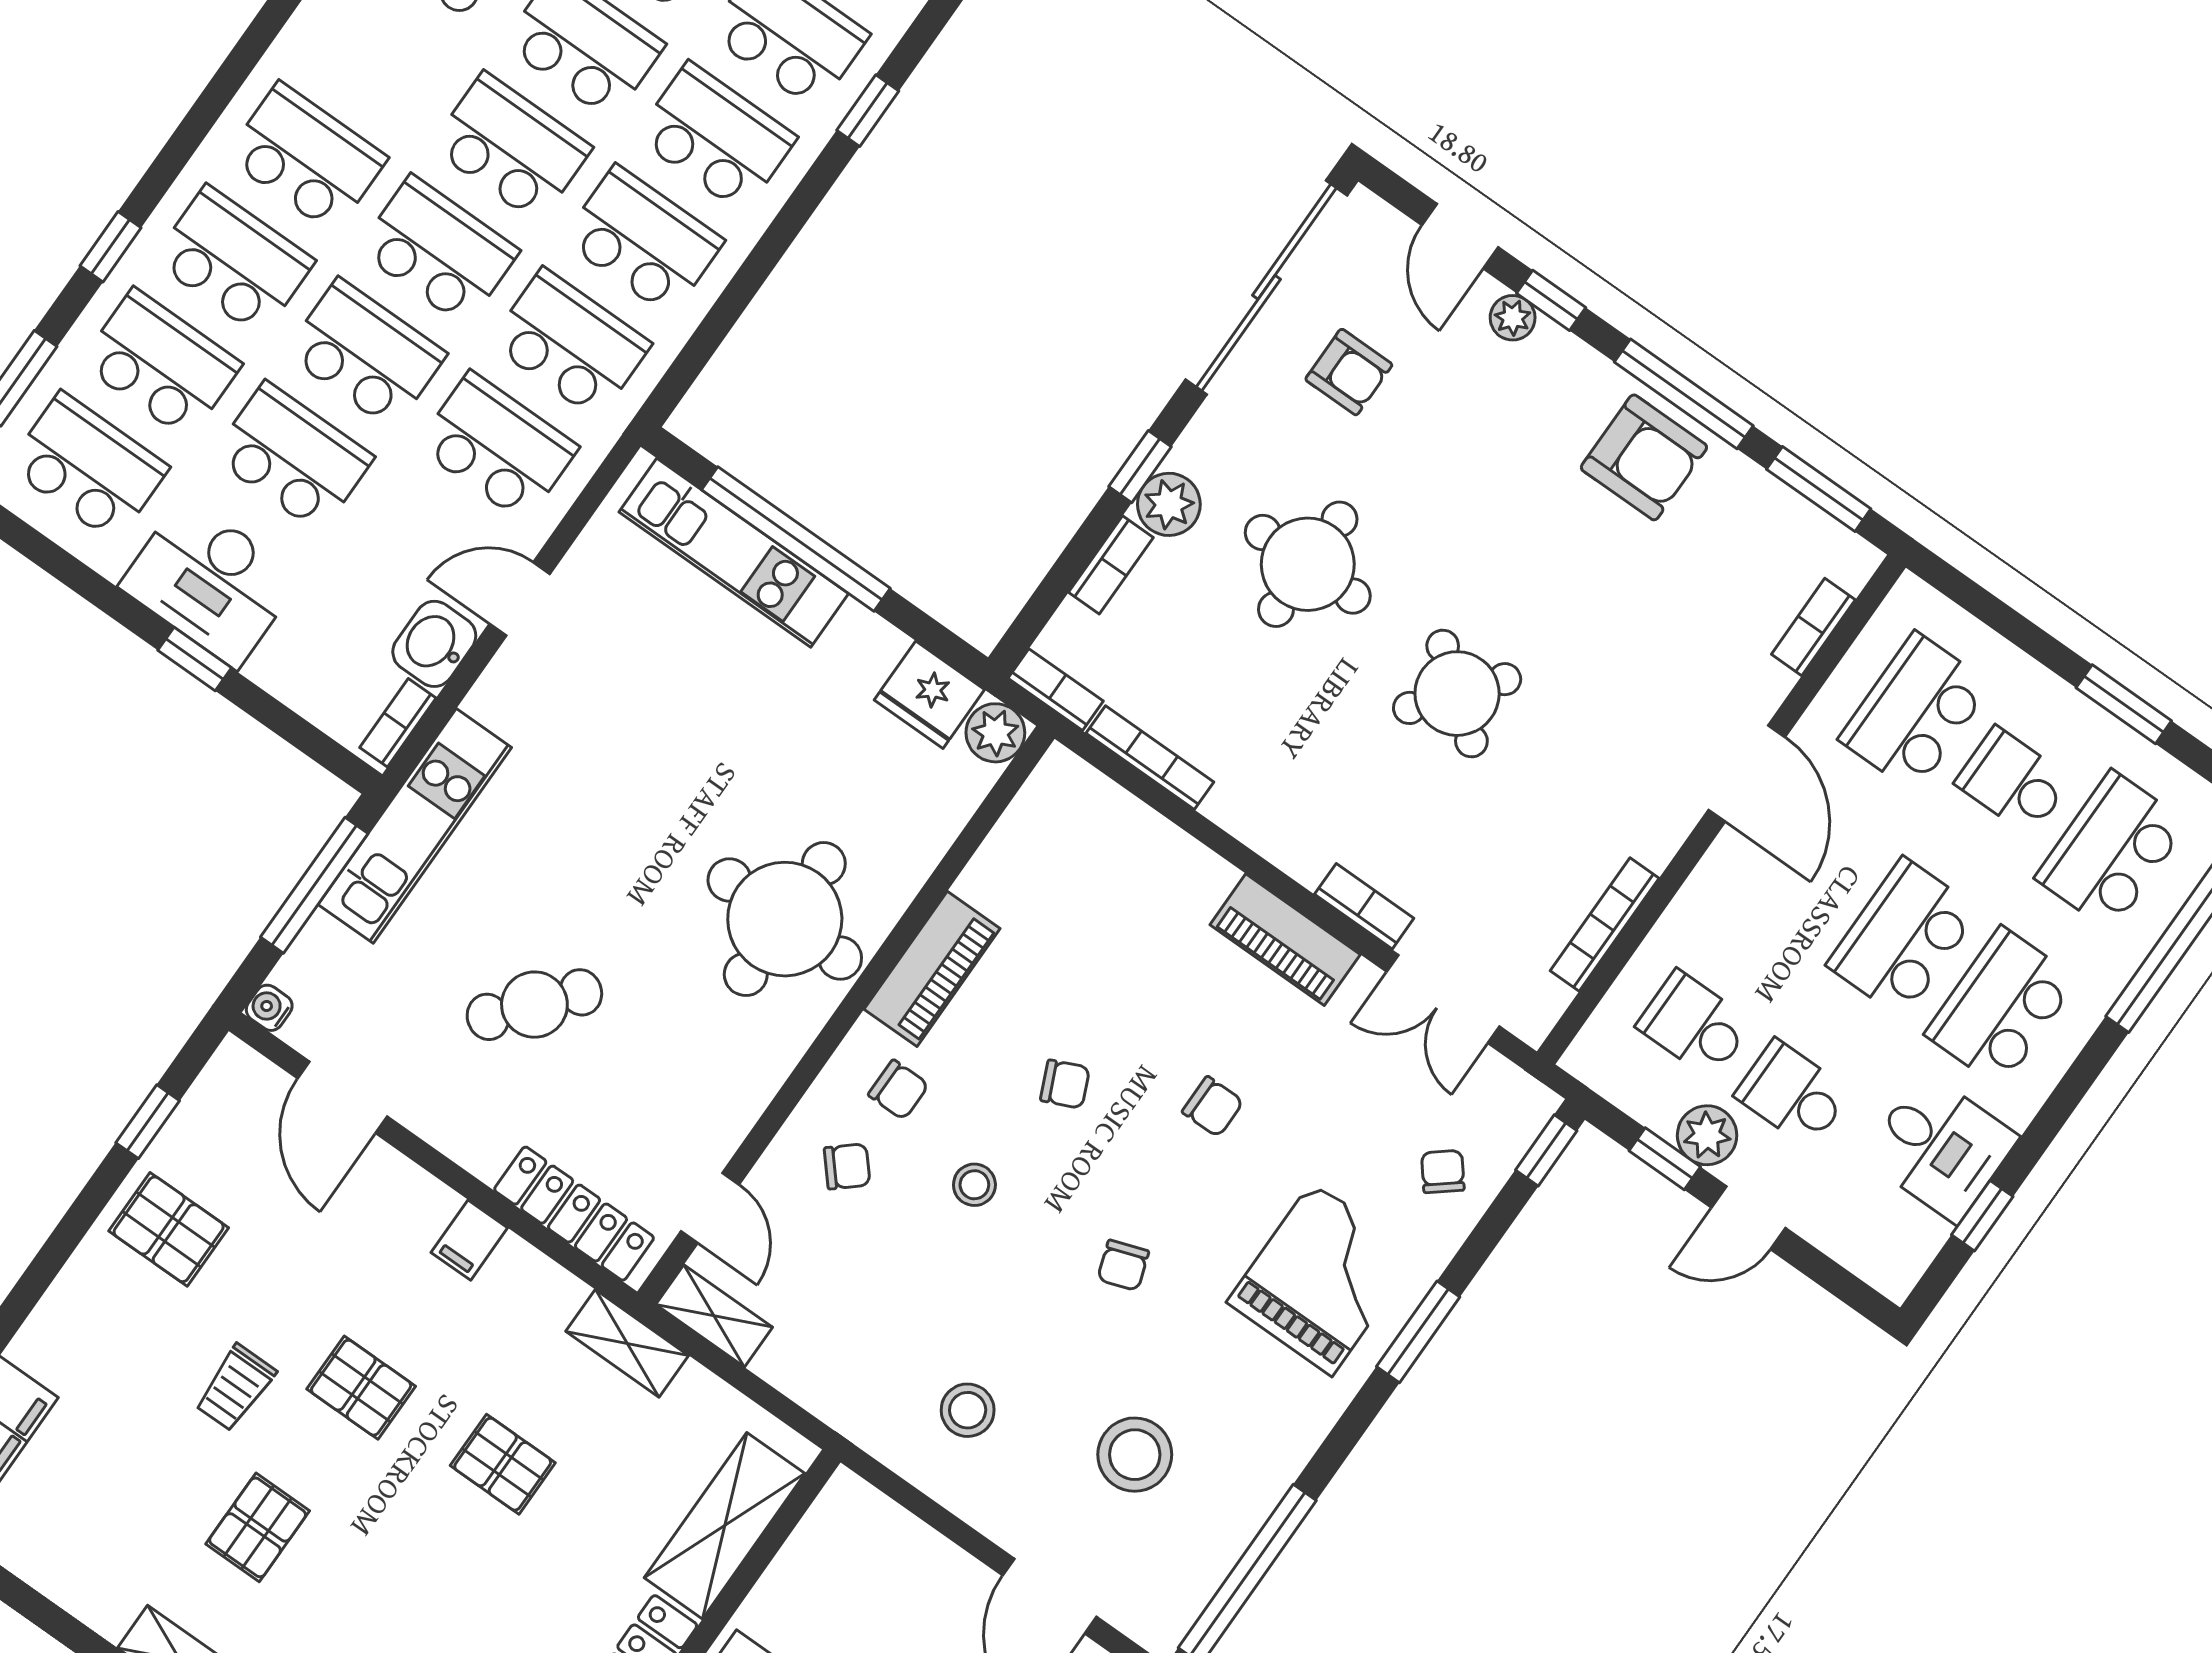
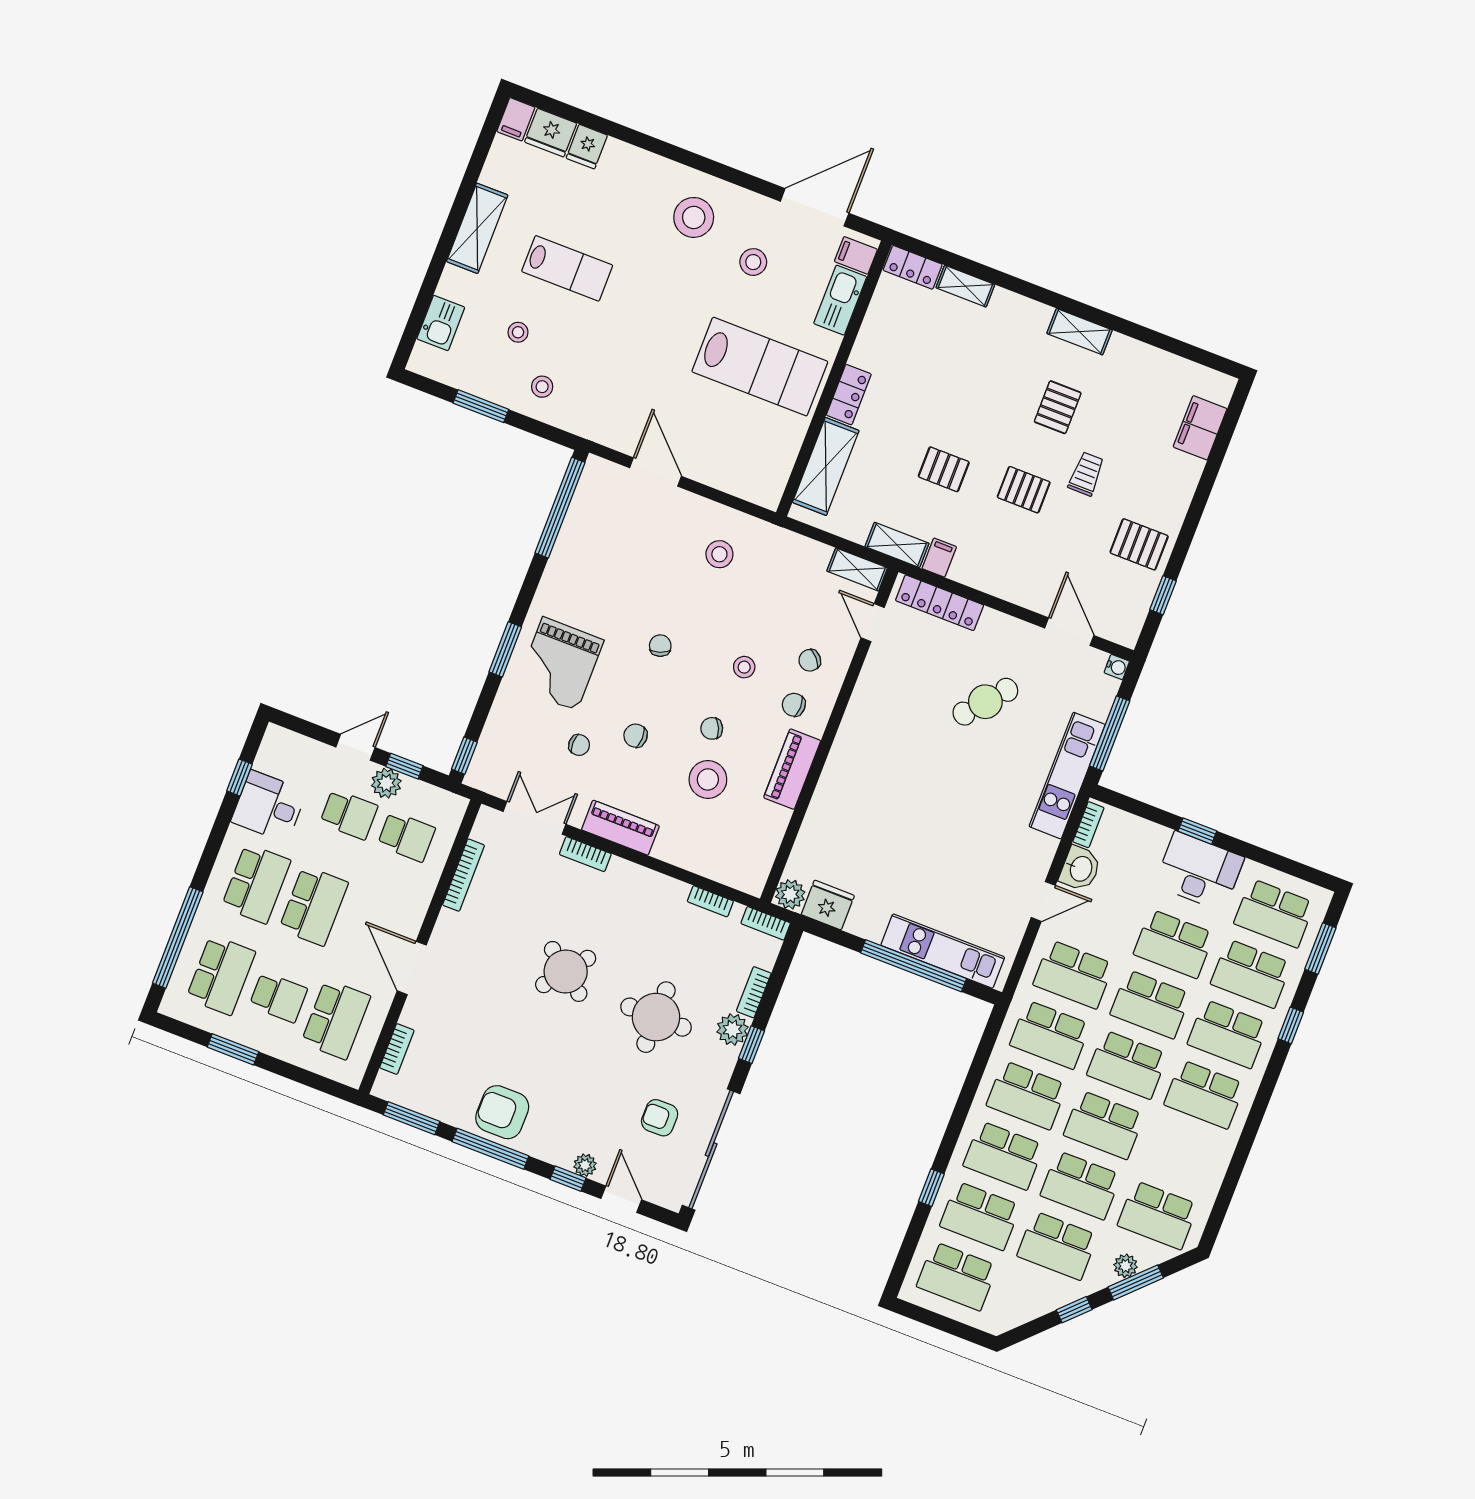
bookcase: (1150, 758) -> (710, 901), width x0.64
round table: (785, 919) -> (872, 775), removed
chair: (1443, 1172) -> (579, 745), moved, turned -51
filing cabinet: (469, 1240) -> (939, 558), moved
stool: (1135, 1455) -> (708, 779), moved

